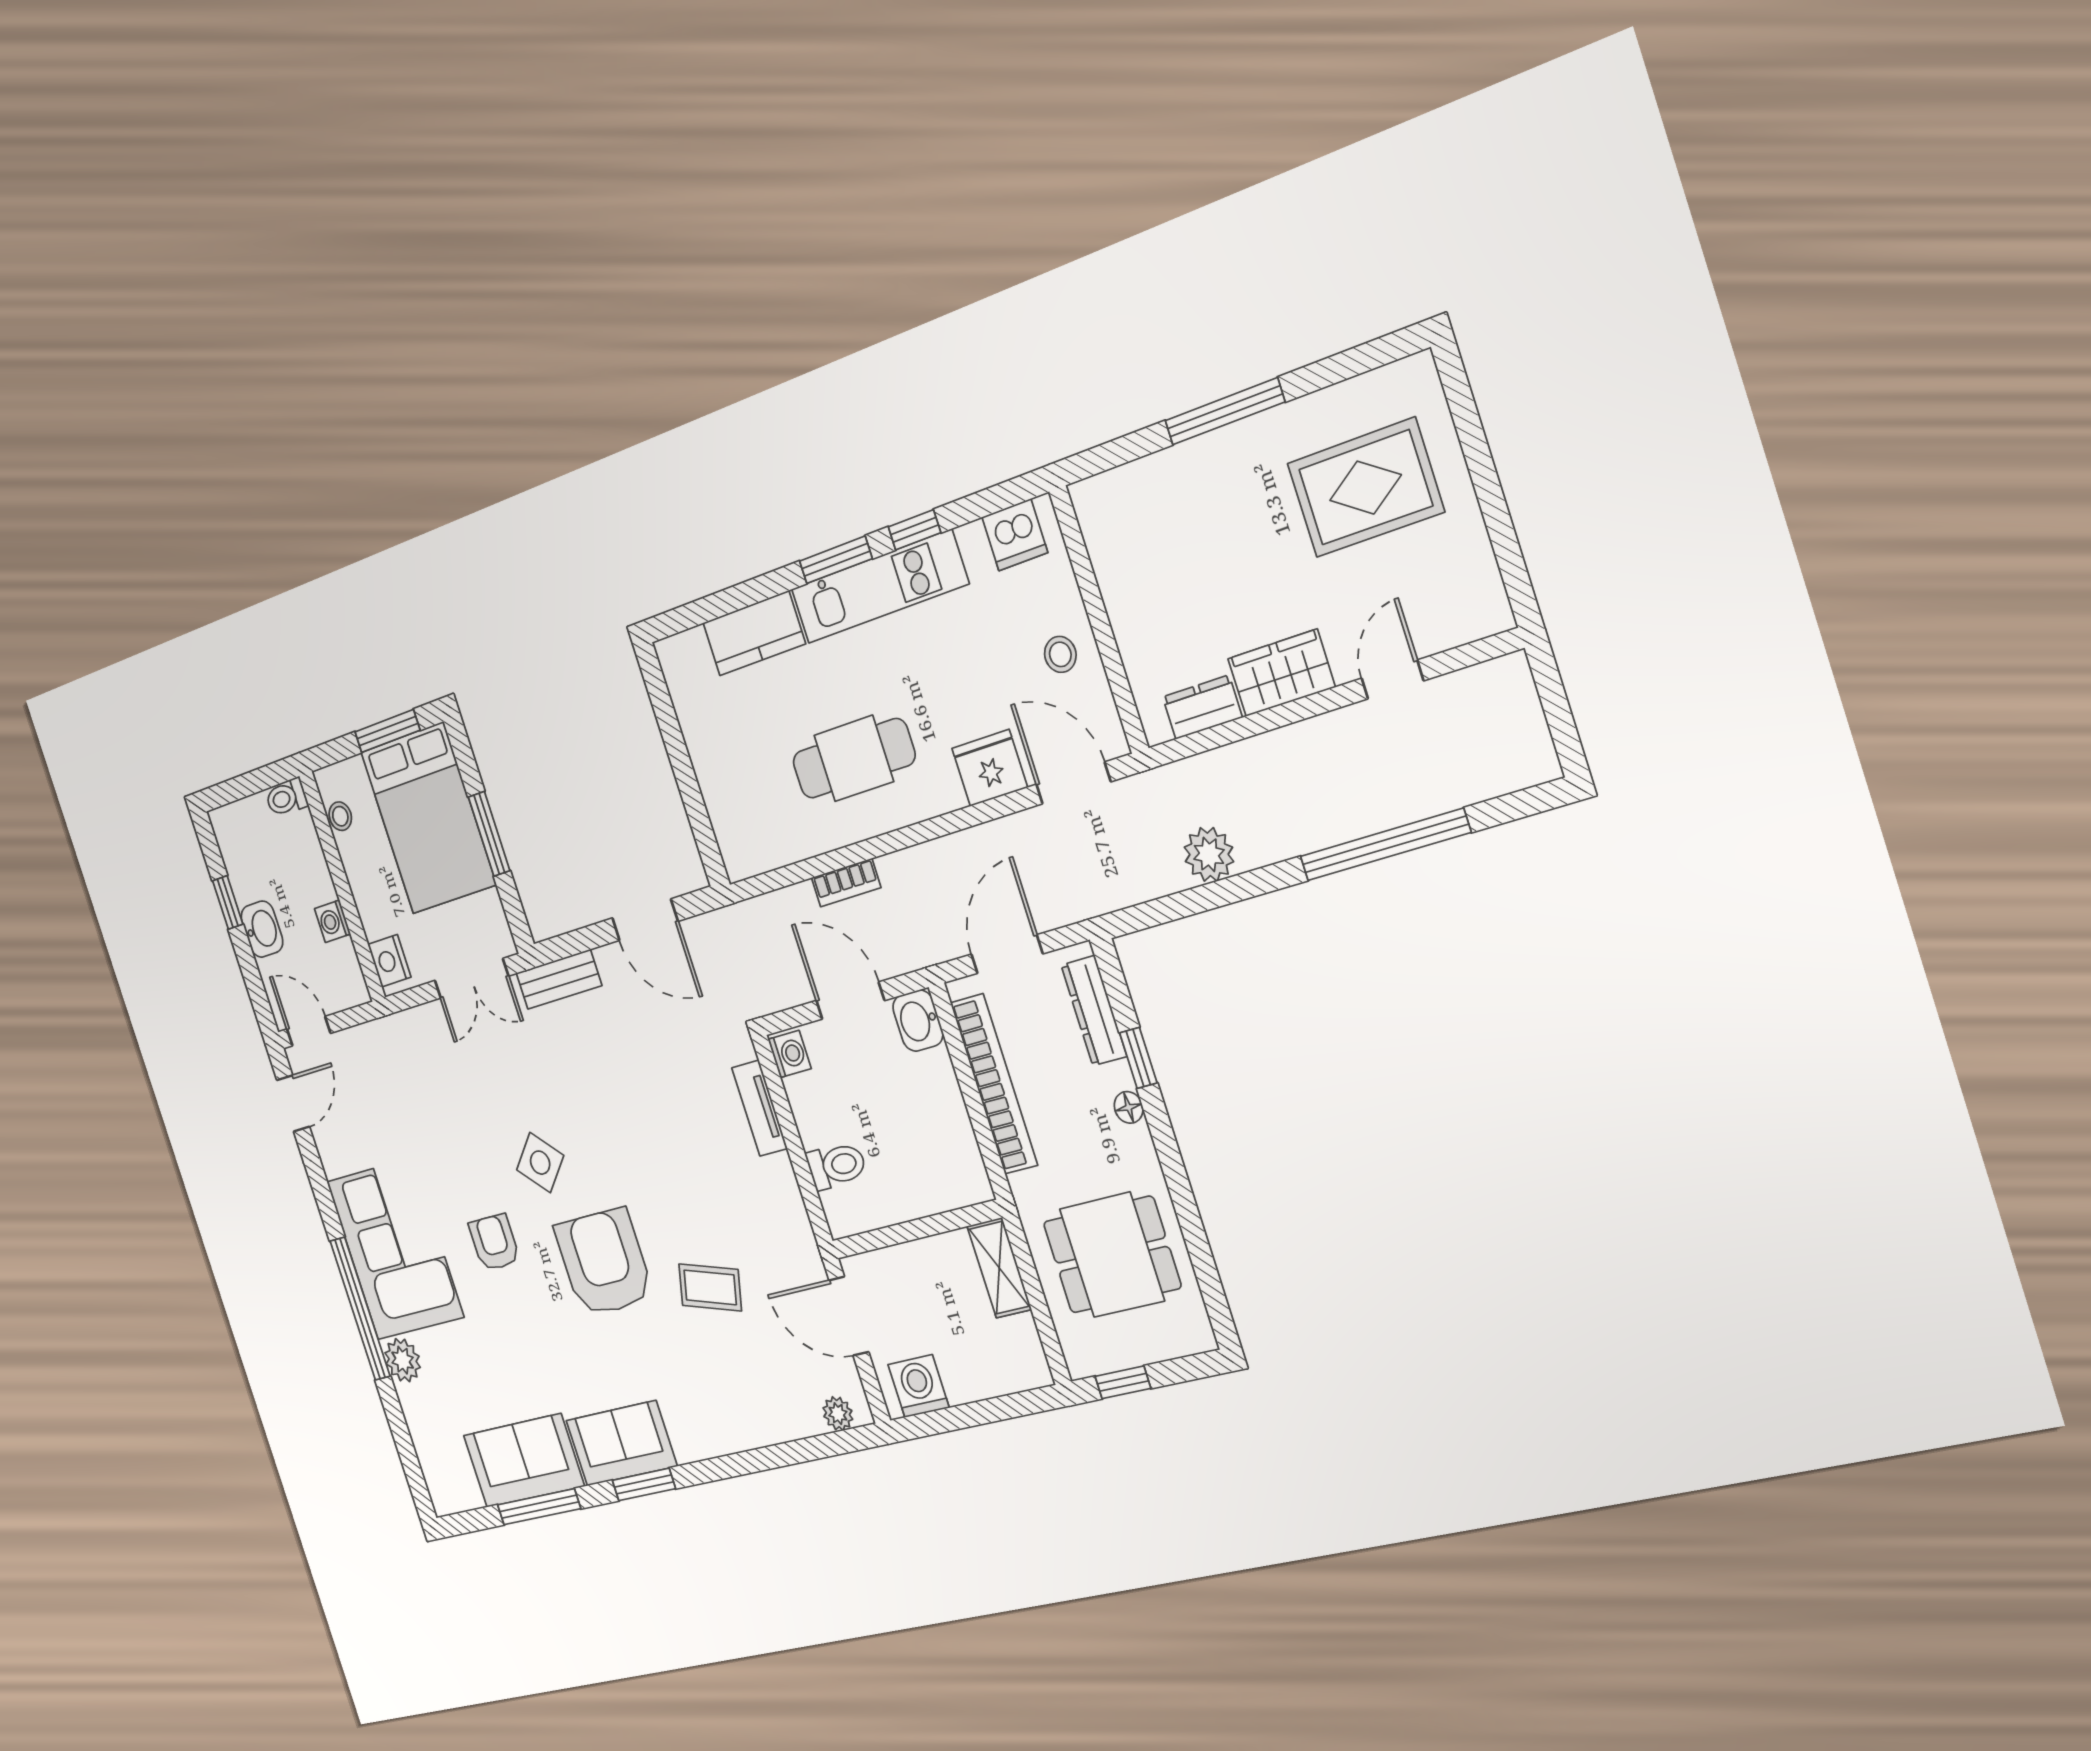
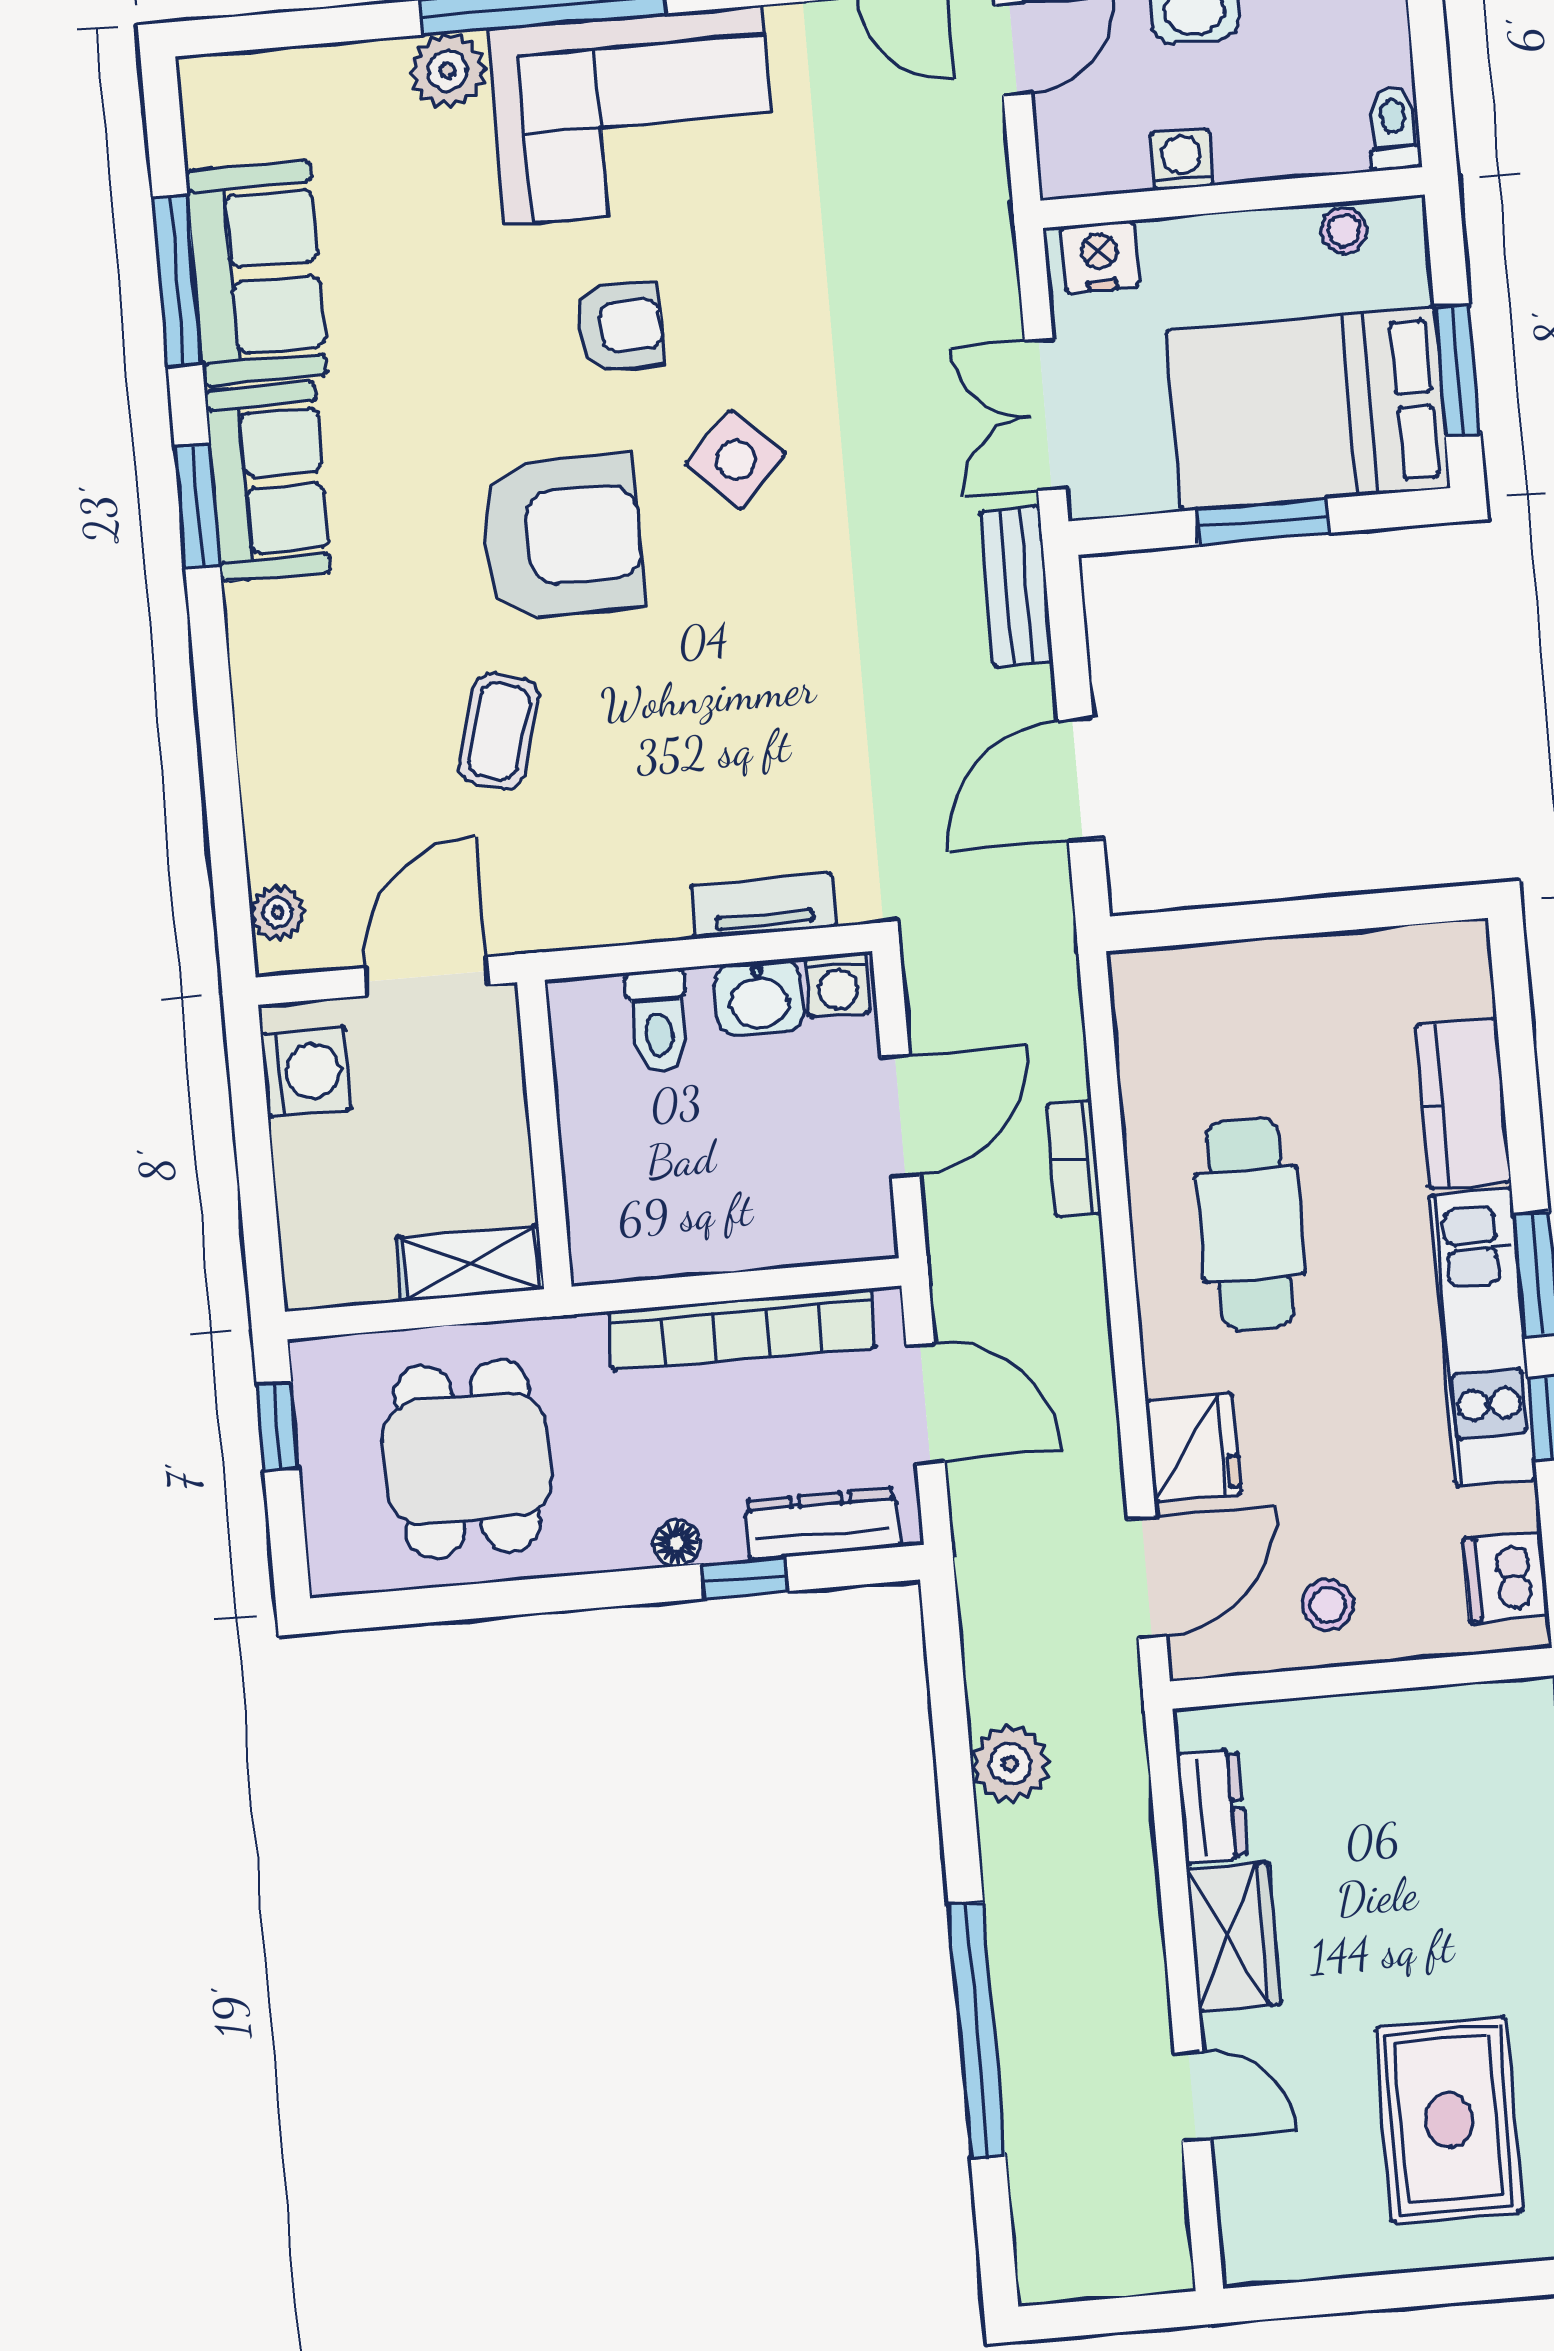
washbasin: (918, 1021) -> (759, 998), moved, turned 180

